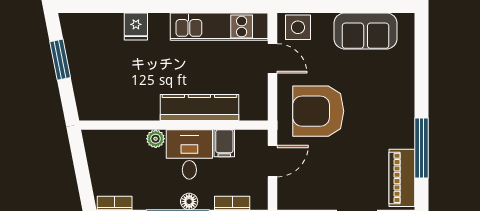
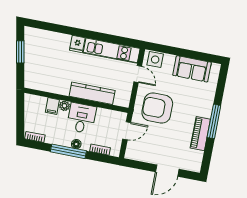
fridge: (136, 26) -> (77, 44), moved
filing cabinet: (224, 143) -> (52, 106), moved
window: (422, 148) -> (214, 121), moved
piano: (402, 178) -> (200, 134), moved

